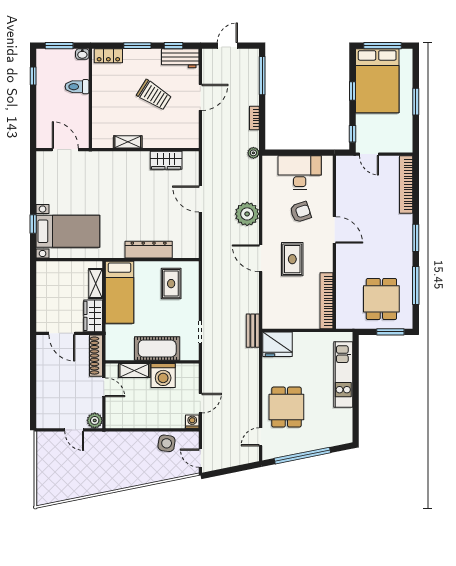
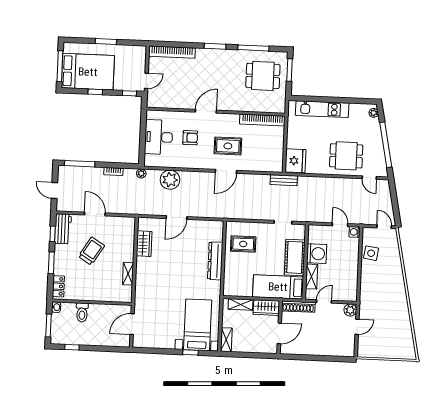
armchair: (301, 212) -> (190, 138), turned 108
plant: (247, 214) -> (170, 180), moved
shelving: (51, 268) -> (226, 340), added
bed: (120, 292) -> (278, 287), moved, turned 180
plant: (341, 439) -> (374, 113), added
door: (200, 458) -> (384, 227), swing flipped

